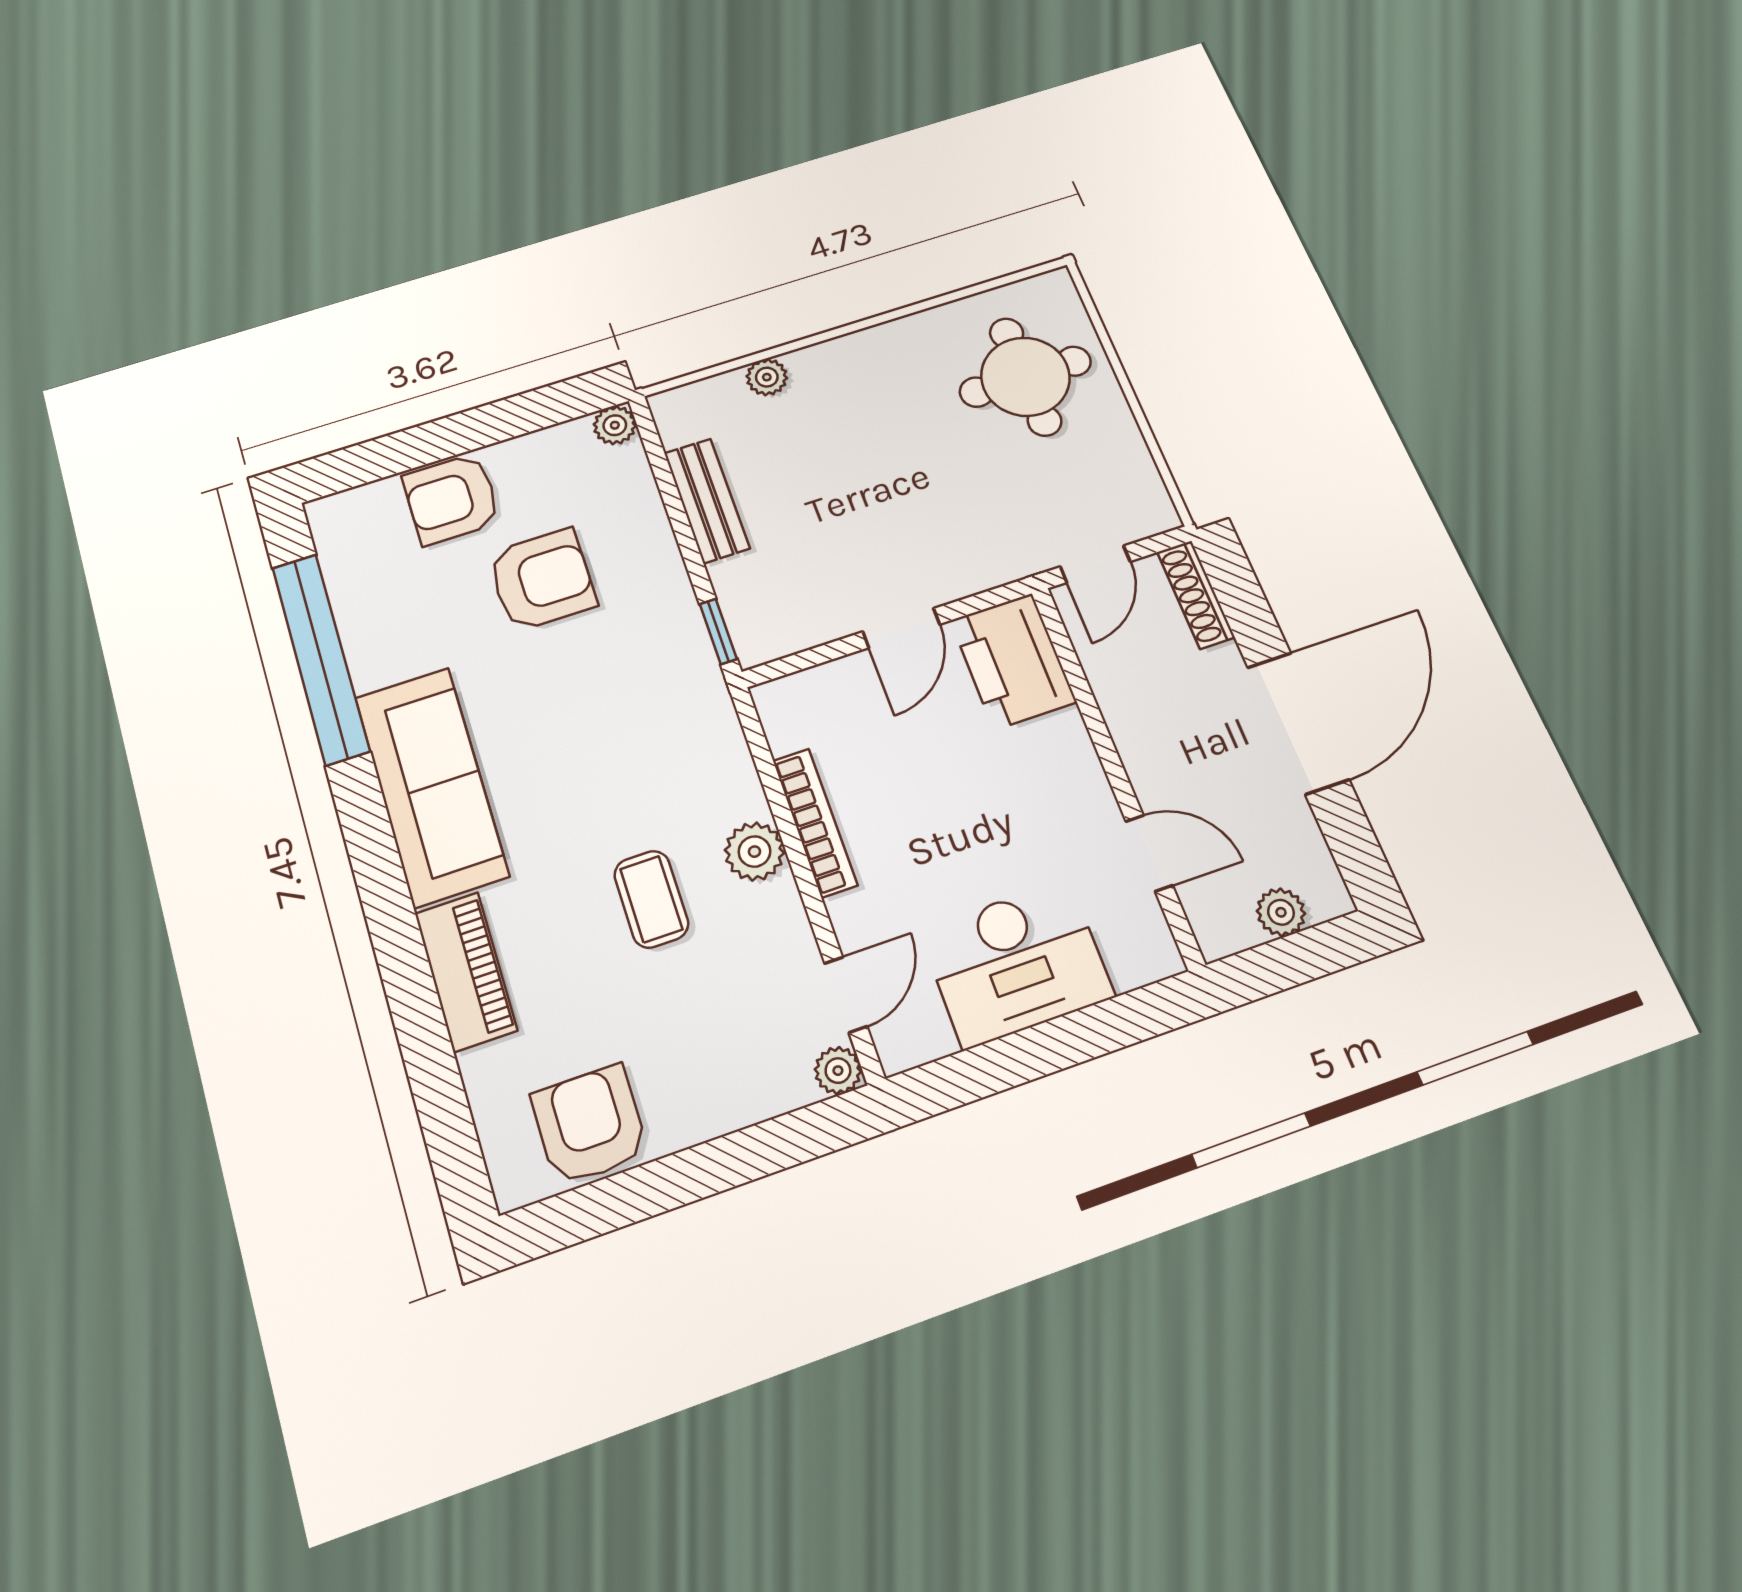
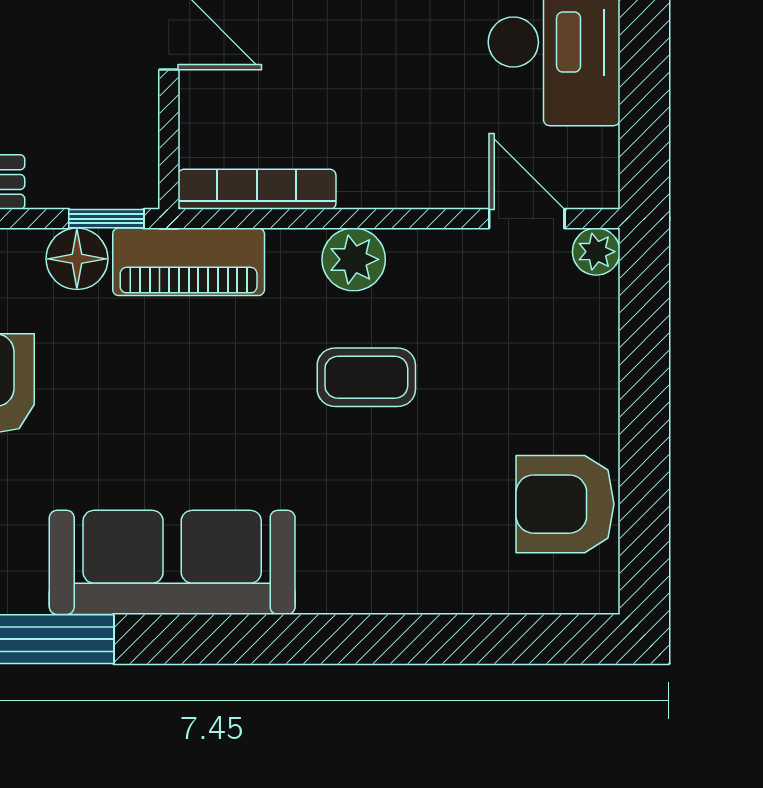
floor lamp: (675, 619) -> (77, 259), added
bookcase: (815, 823) -> (257, 189), moved
piano: (466, 972) -> (189, 262), moved, turned 180

